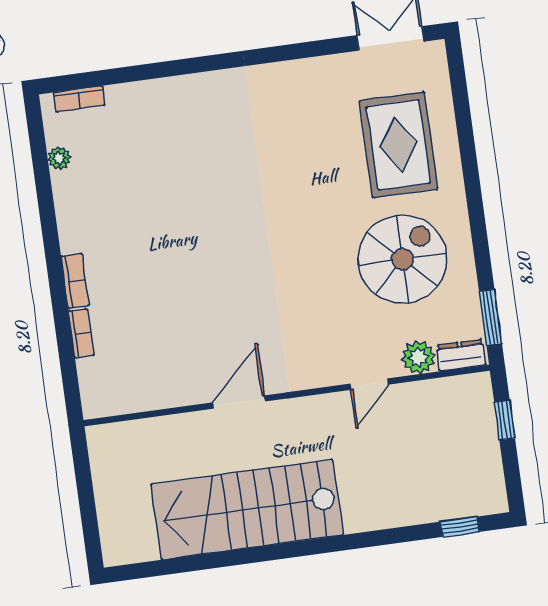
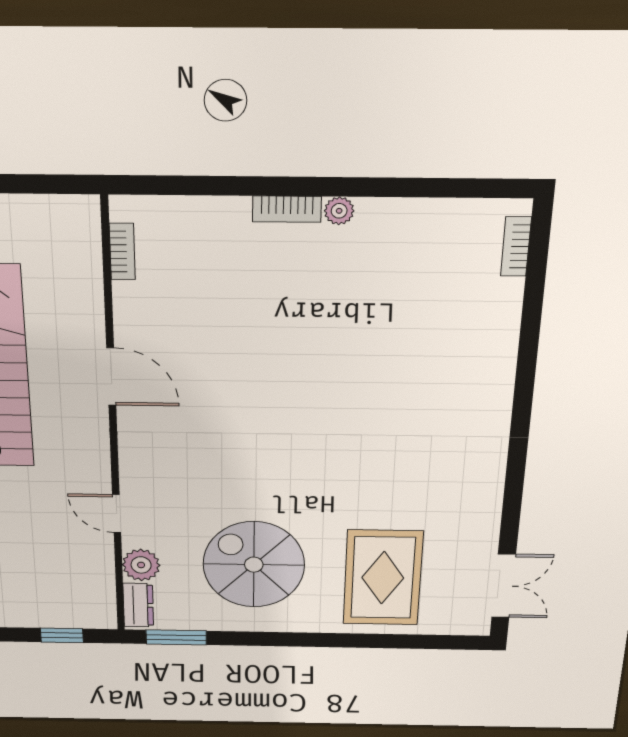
rug: (399, 145) -> (383, 578), turned 90
plant: (59, 158) -> (339, 211), moved
spiral stairs: (403, 259) -> (254, 565), turned 180
bookcase: (81, 333) -> (122, 251), moved, turned -90

